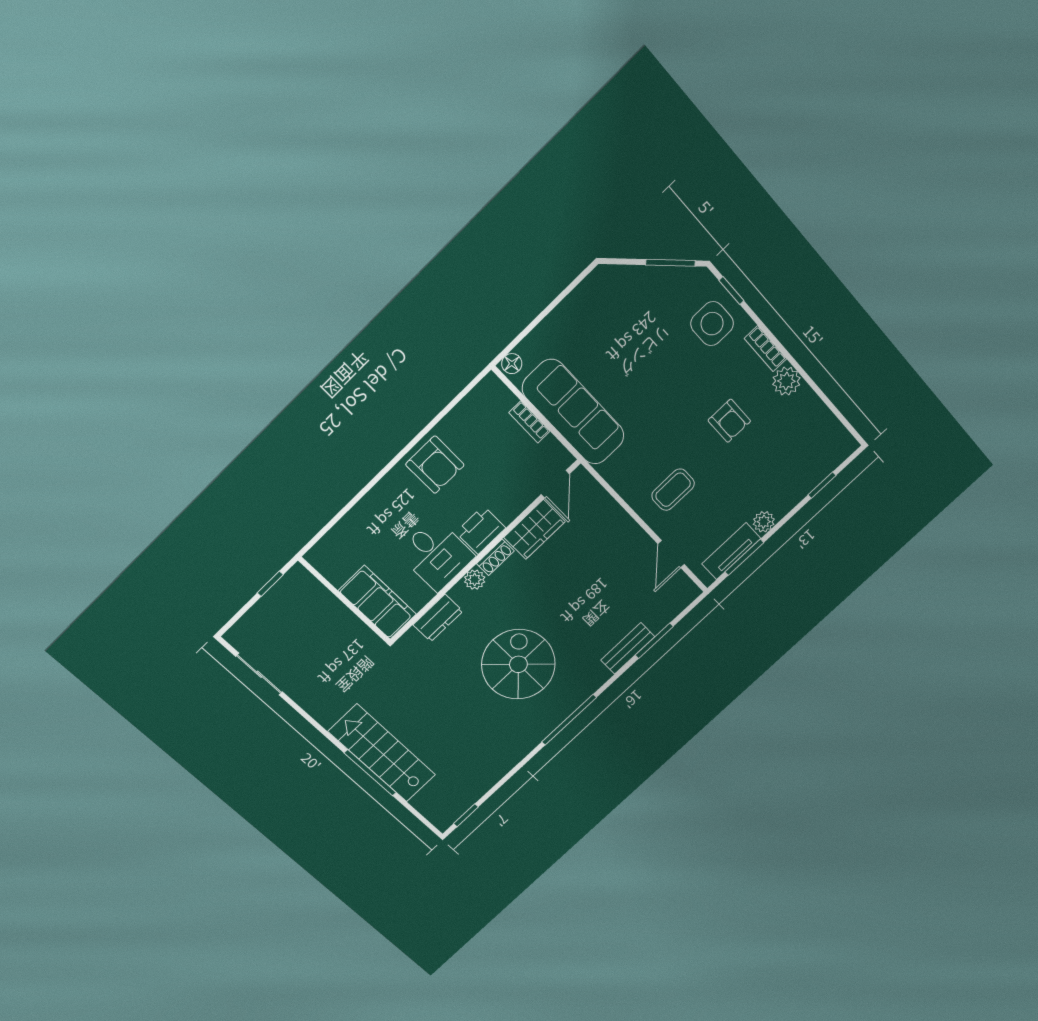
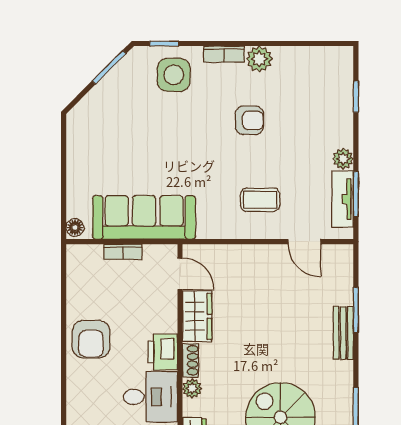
armchair: (435, 465) -> (91, 339), turned 90
coffee table: (673, 490) -> (260, 200), turned 90

